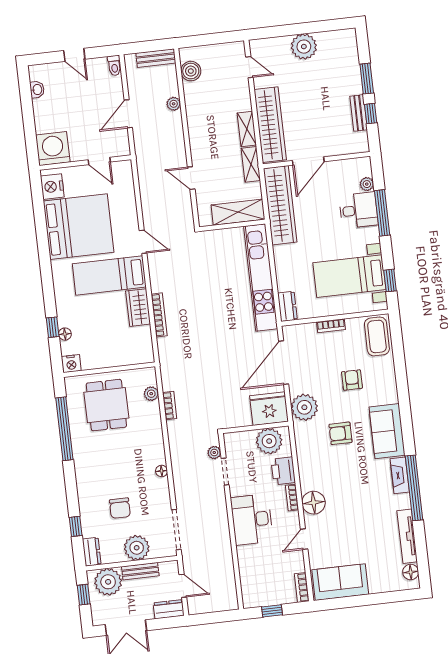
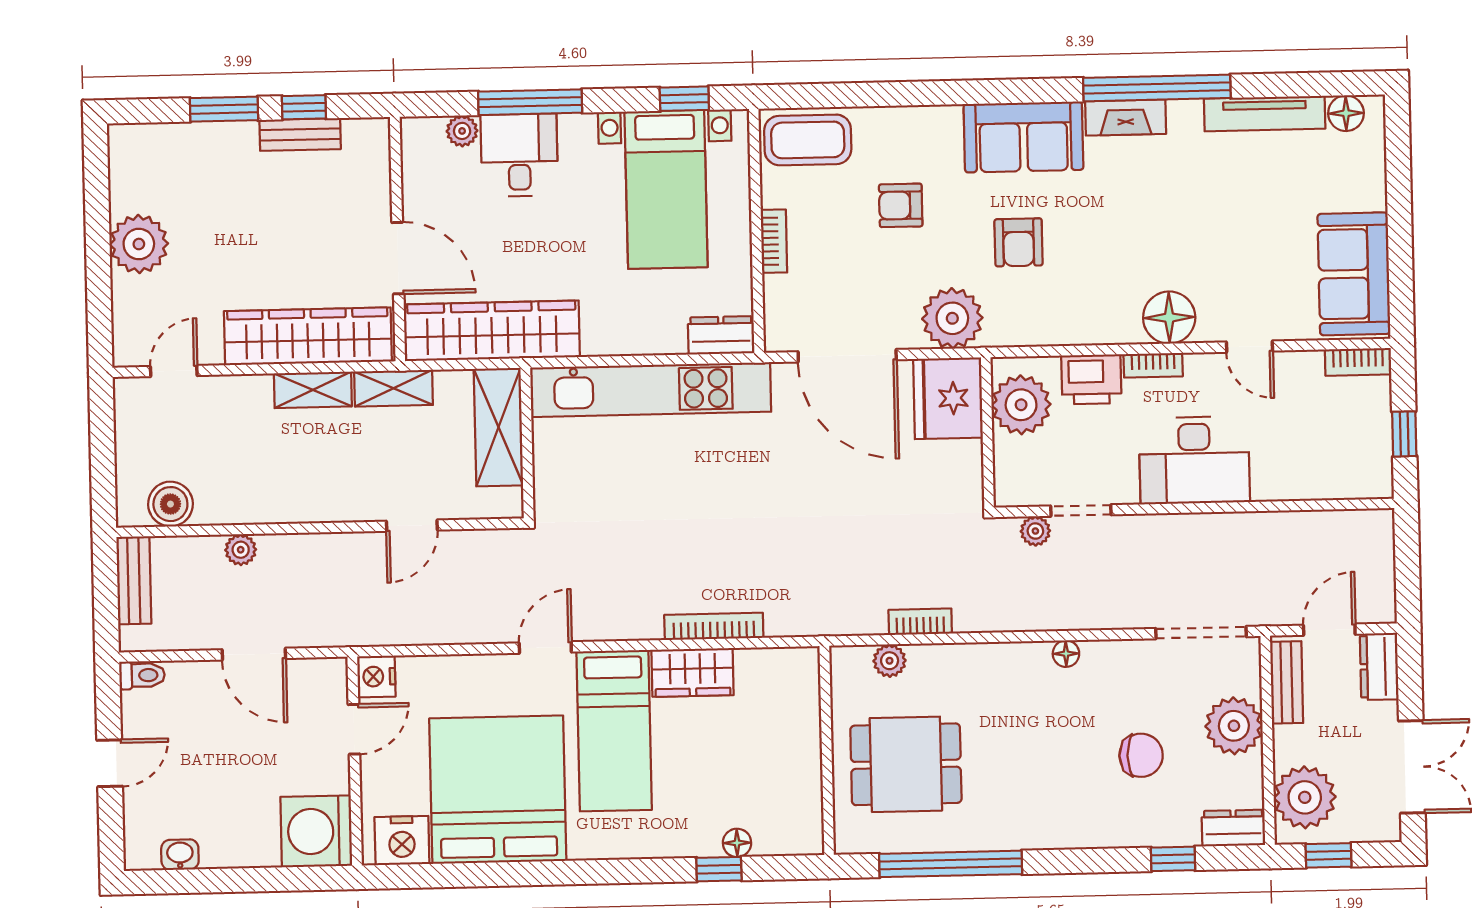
nightstand: (71, 364) -> (376, 676), moved, turned 180
bench: (140, 571) -> (1287, 682), moved

